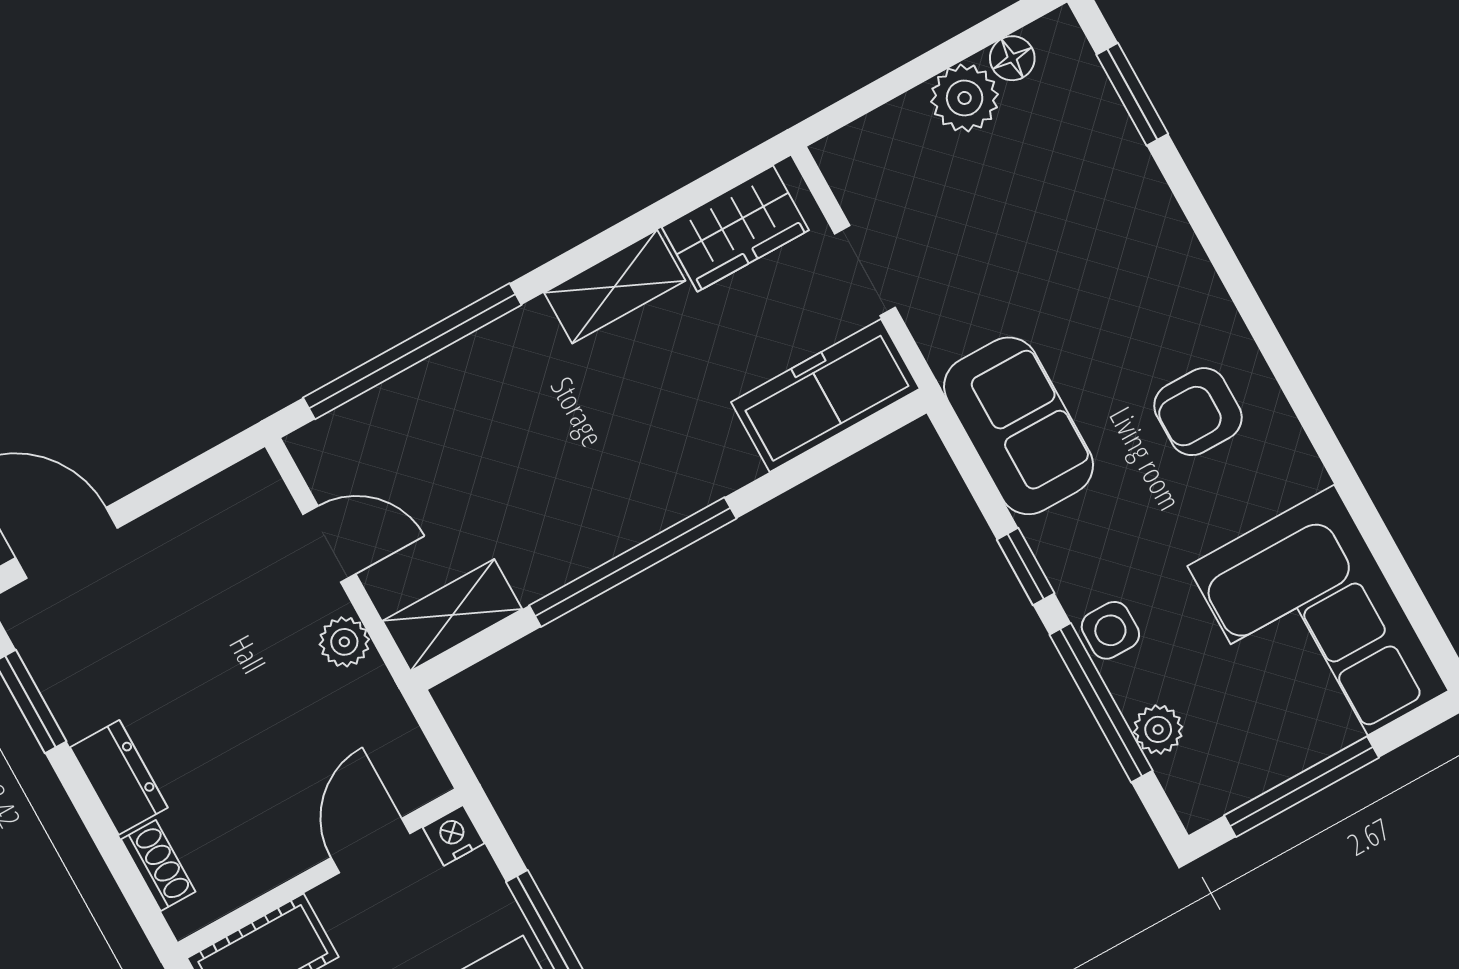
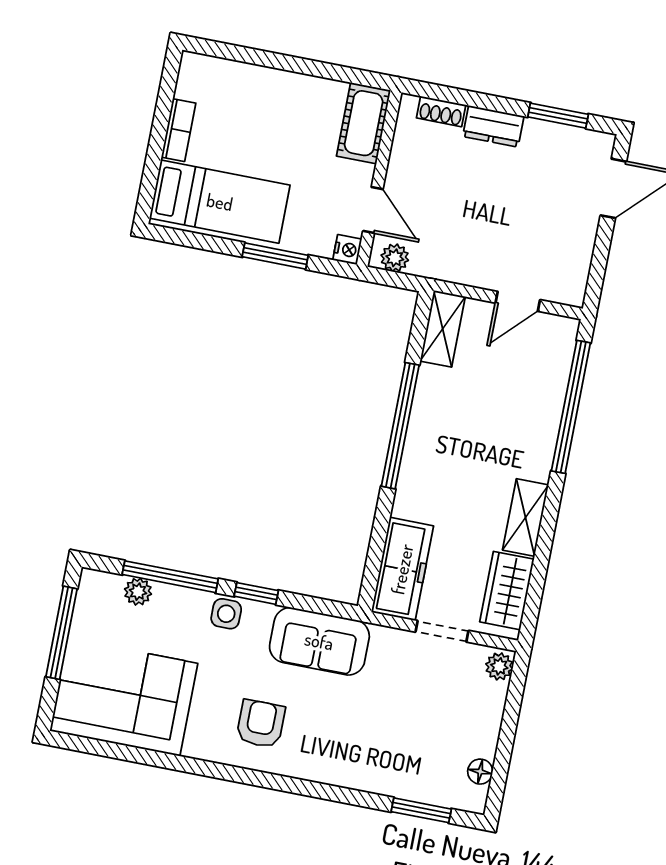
plant: (965, 98) -> (499, 666), moved, width x0.73, depth x0.73
side table: (1110, 630) -> (226, 614), moved
plant: (344, 642) -> (395, 258), moved

